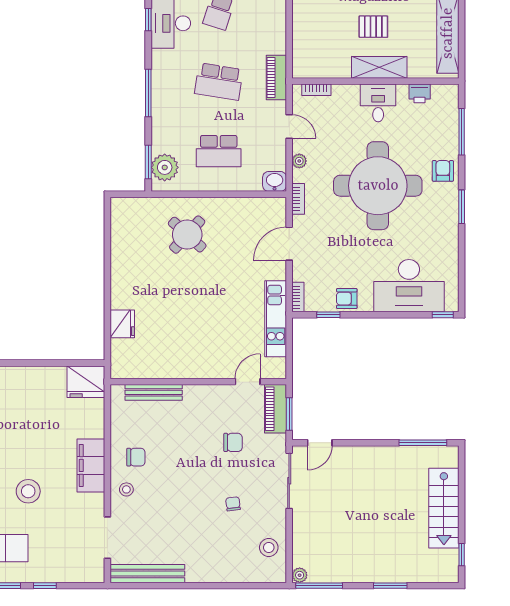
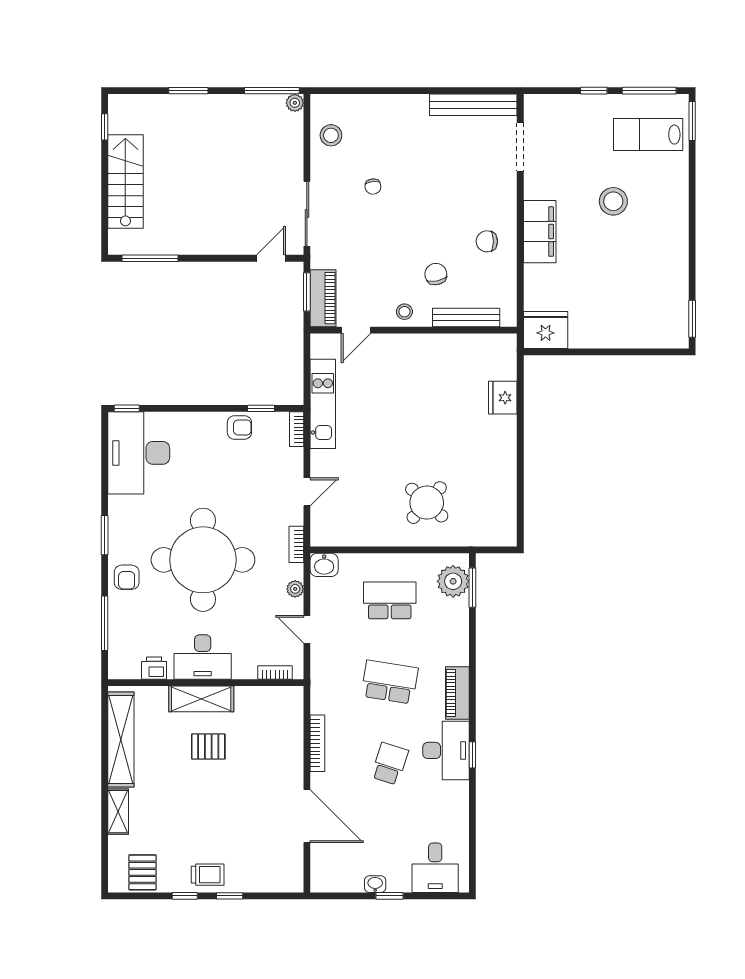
bookcase: (280, 29) -> (317, 743), added
piano: (276, 78) -> (457, 693), moved, turned 180
window: (148, 93) -> (472, 669), removed
desk: (378, 103) -> (203, 657), width x1.37
door: (289, 244) -> (307, 492), width x0.73
desk: (409, 286) -> (139, 453), moved, turned -90
chair: (233, 442) -> (436, 274), moved, turned 79
stool: (126, 489) -> (404, 312), moved

